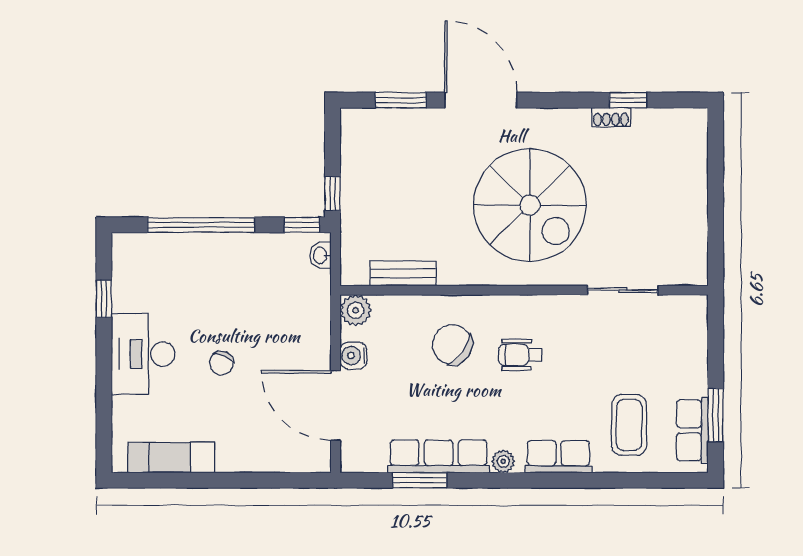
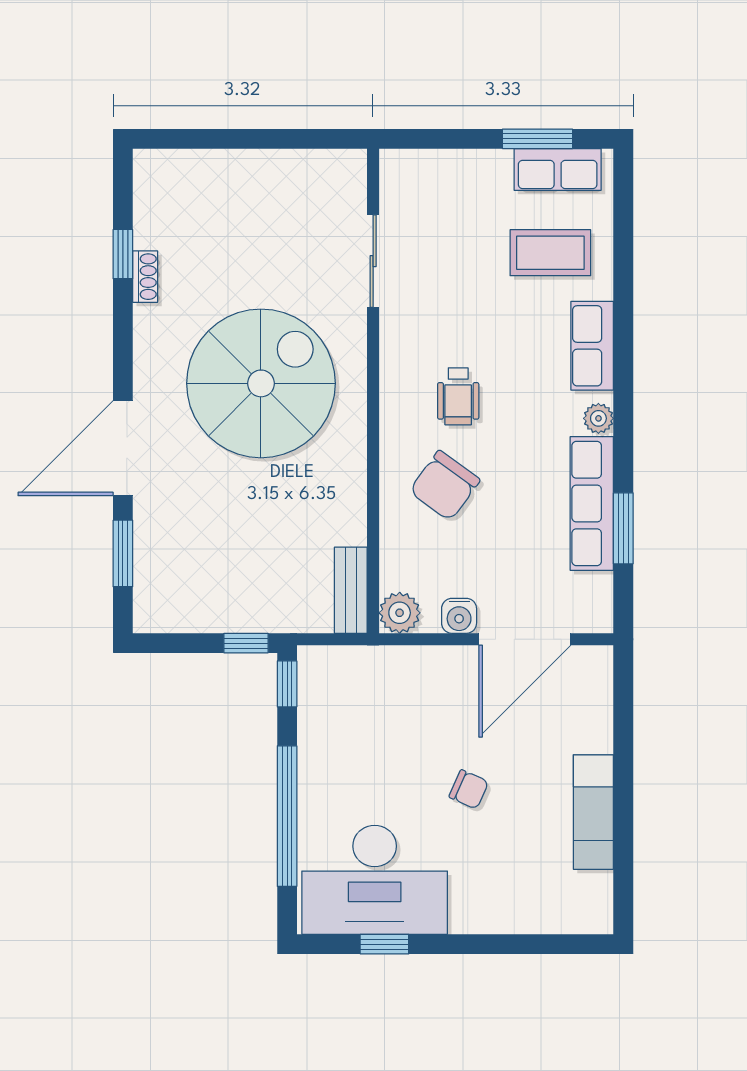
washbasin: (321, 255) -> (327, 659), removed
bench: (403, 273) -> (351, 590), moved
desk: (143, 354) -> (375, 880), moved, width x1.36, depth x1.30
exam couch: (171, 458) -> (593, 812), moved

